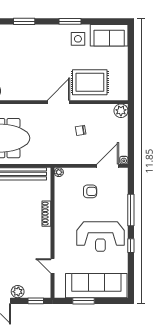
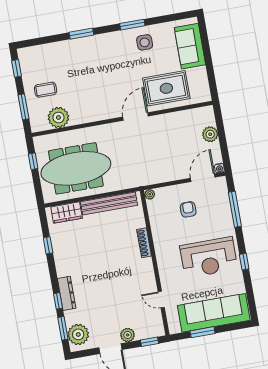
sofa: (109, 35) -> (190, 46), moved, turned 90
plant: (121, 111) -> (210, 134), moved
chair: (81, 130) -> (166, 144), removed
armchair: (90, 191) -> (188, 209), turned -90
window: (131, 210) -> (235, 209), moved

